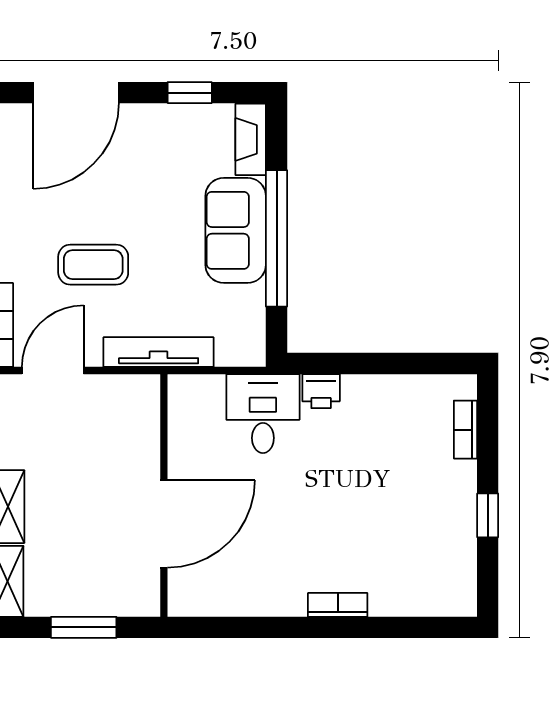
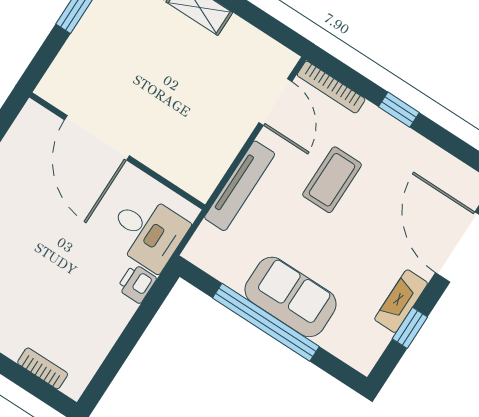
fireplace: (251, 139) -> (401, 301), moved, turned -90
wall: (164, 495) -> (117, 151), moved
door: (164, 524) -> (97, 138), moved

